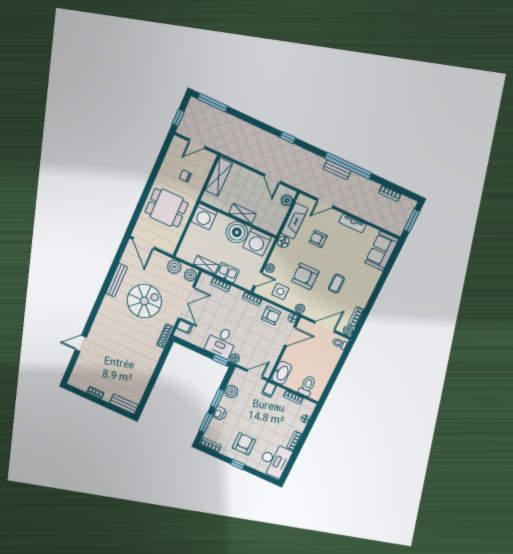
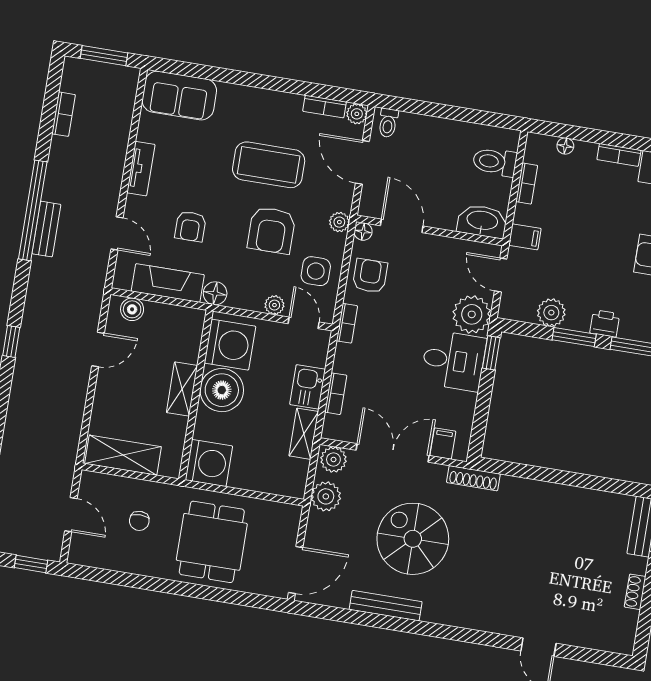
coffee table: (336, 284) -> (269, 165), width x1.86, depth x1.72
plant: (235, 358) -> (472, 314), width x1.87, depth x1.87

